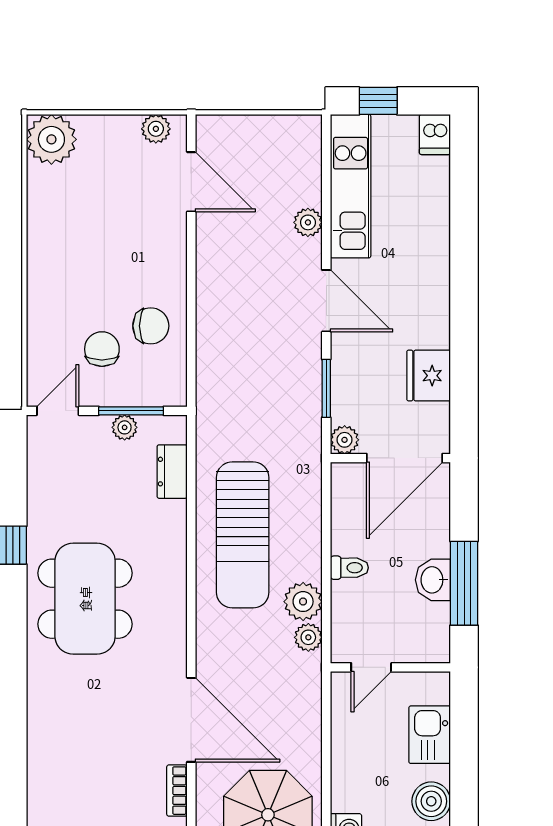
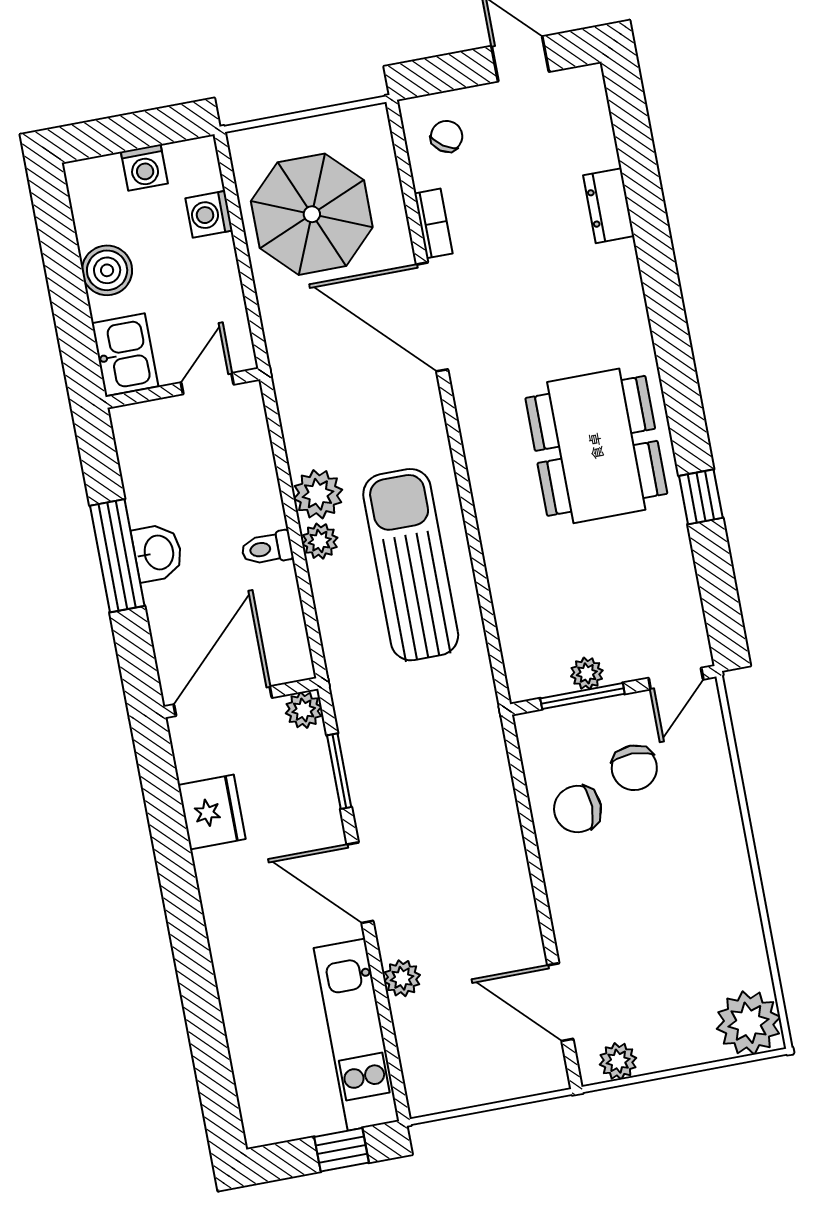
dishwasher: (435, 134) -> (261, 1121), removed
dresser: (172, 472) -> (609, 206), moved, turned 180
plant: (308, 637) -> (320, 541), moved
door: (371, 667) -> (207, 384), moved
wall: (390, 667) -> (183, 388), moved

